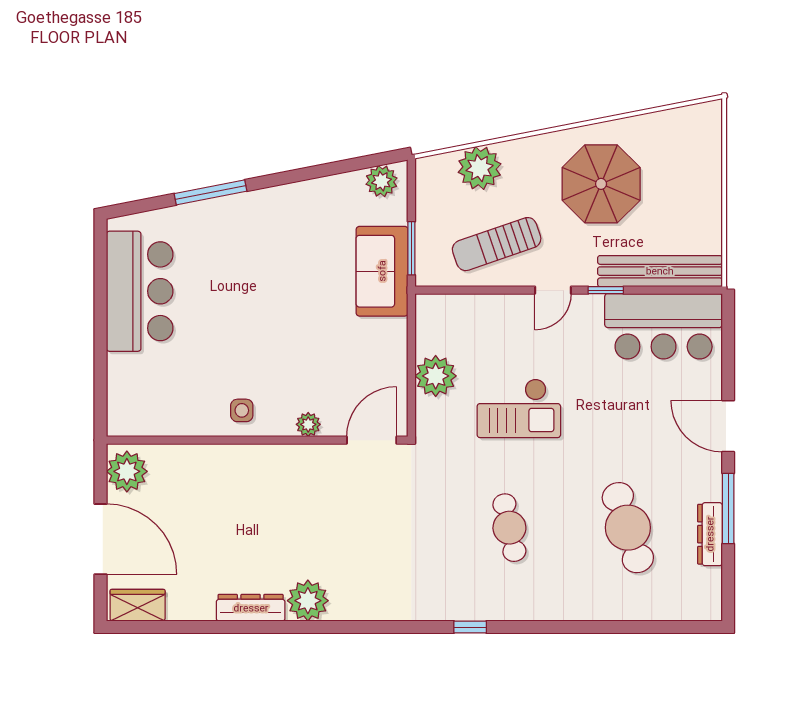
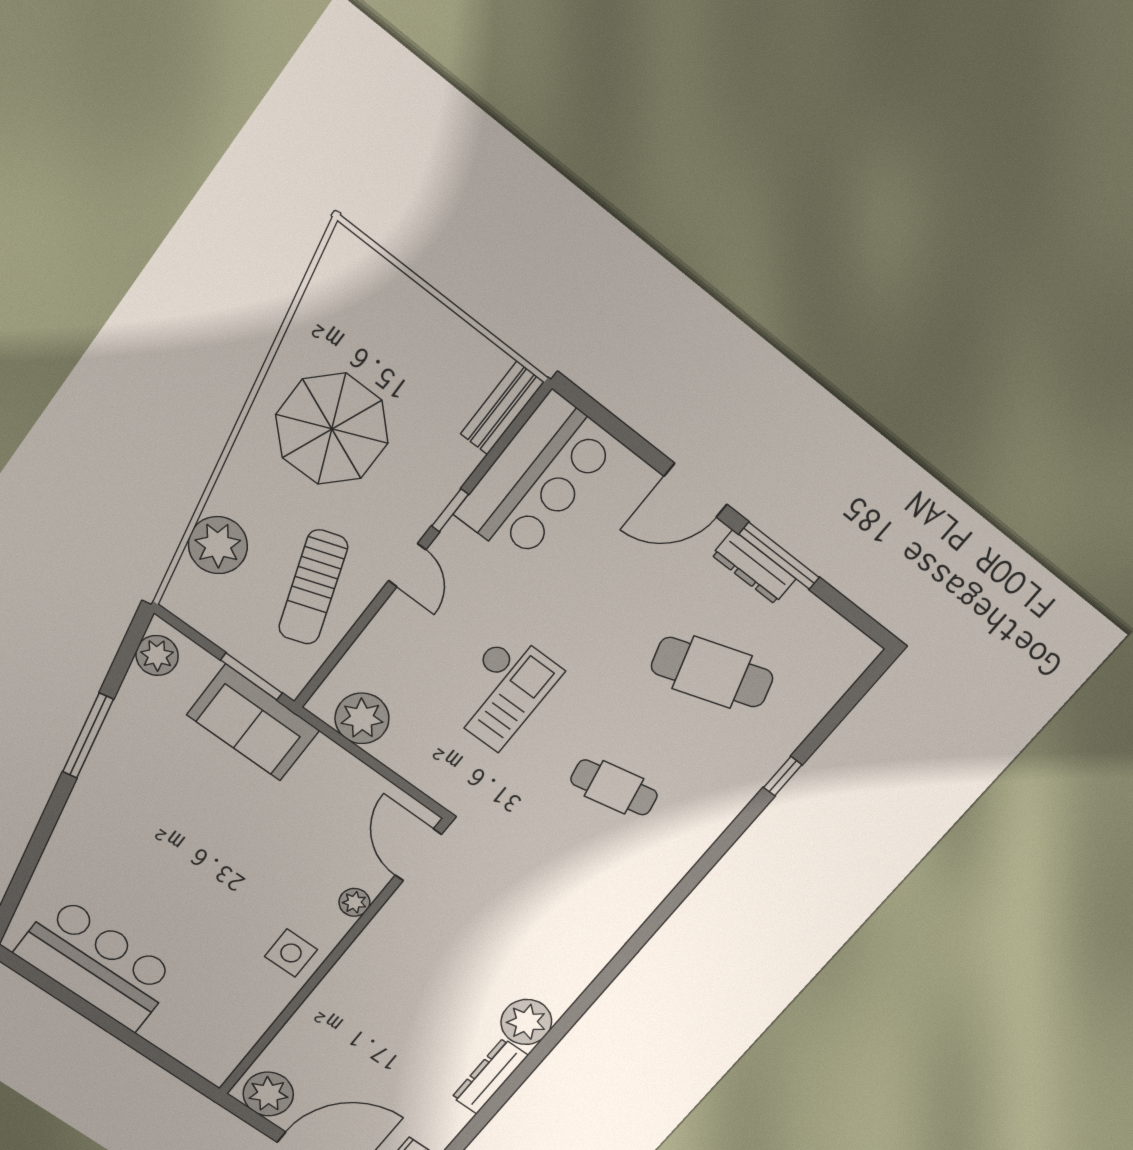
window: (210, 192) -> (88, 736), moved
bench: (660, 271) -> (502, 408), width x0.54, depth x0.82
plant: (436, 376) -> (362, 718), moved
side table: (242, 410) -> (291, 953), width x1.37, depth x1.37
dresser: (710, 534) -> (754, 567), moved
window: (470, 627) -> (783, 776), moved

